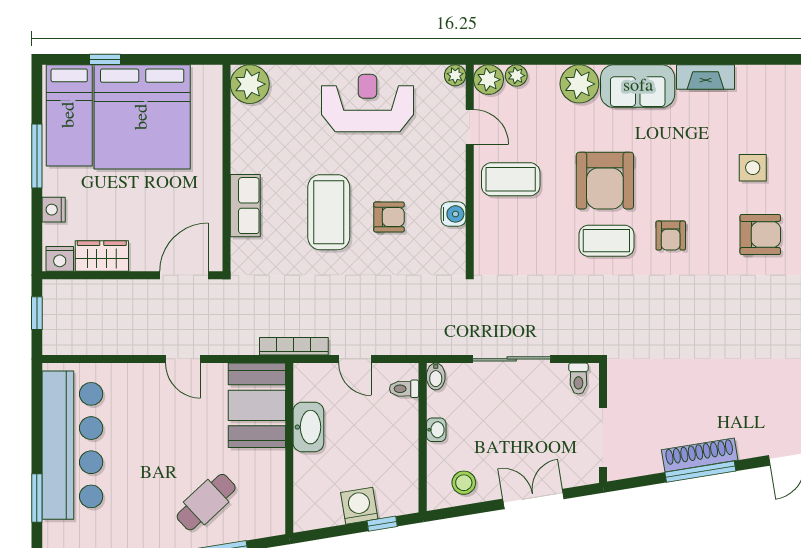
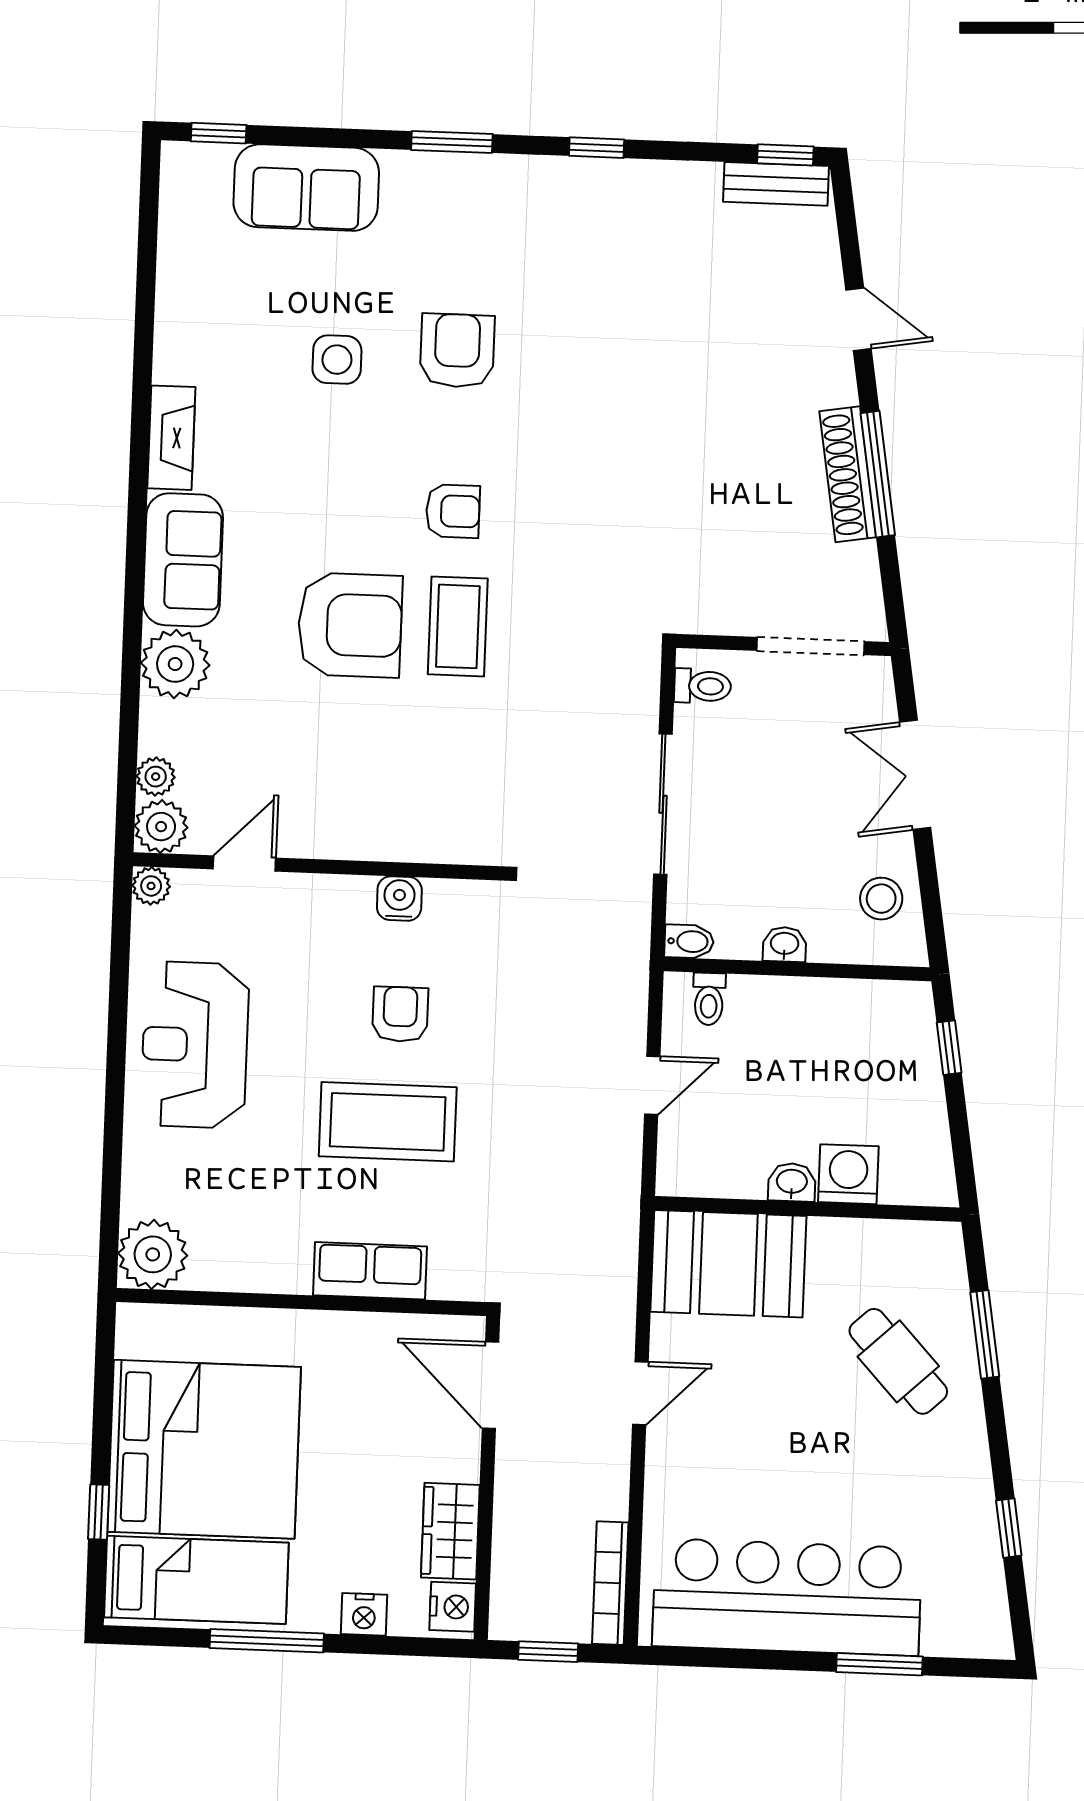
coffee table: (511, 179) -> (341, 794), removed
bookcase: (294, 346) -> (610, 1583), moved
washbasin: (308, 427) -> (792, 1182), width x0.52, depth x0.69
washing machine: (359, 506) -> (848, 1174), moved, turned 99

